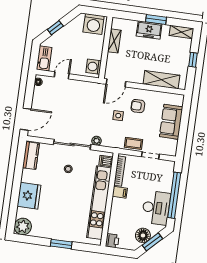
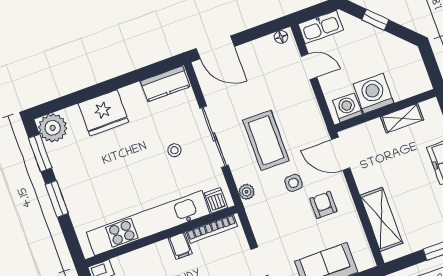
washing machine: (94, 24) -> (373, 94), moved, turned 90
plant: (97, 141) -> (247, 192), moved
coffee table: (133, 143) -> (266, 140), moved, width x1.86, depth x1.72
window: (33, 240) -> (40, 153), added

